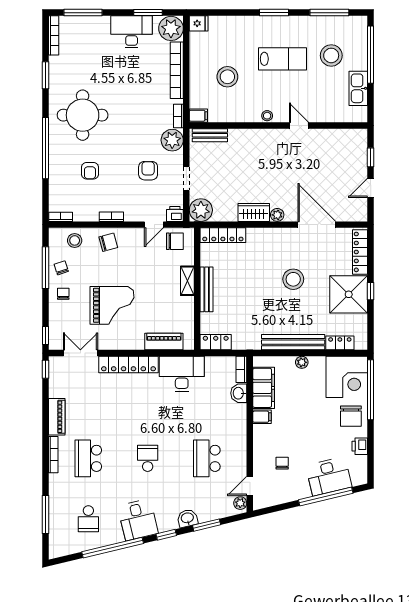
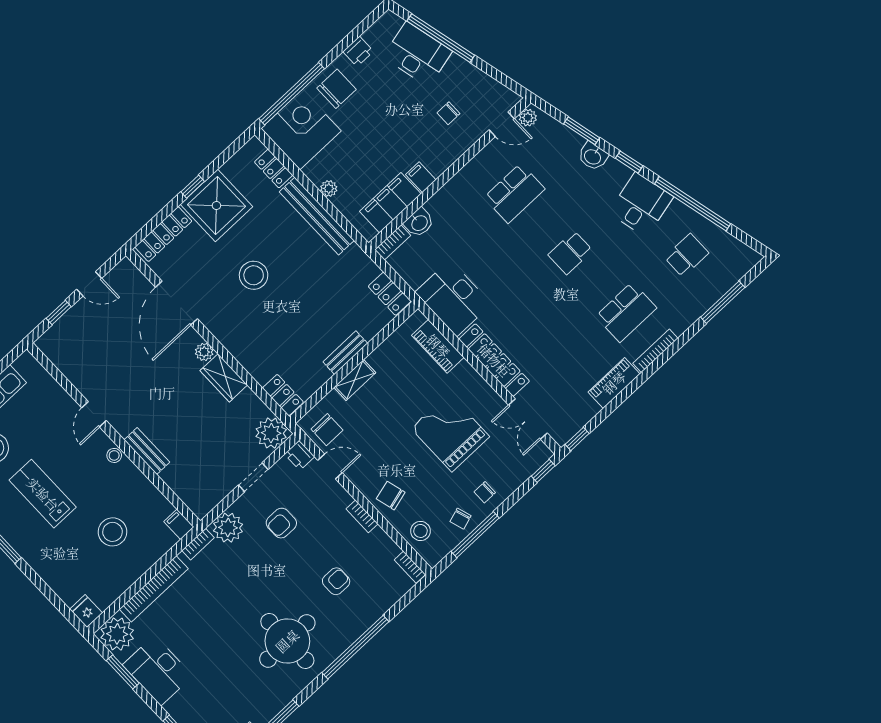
bench: (210, 135) -> (147, 451), moved
locker: (223, 235) -> (283, 395), width x0.66
chair: (175, 241) -> (327, 430), turned 180
bench: (207, 289) -> (345, 353), width x0.73

